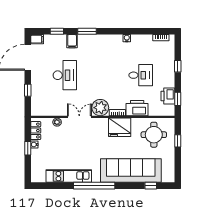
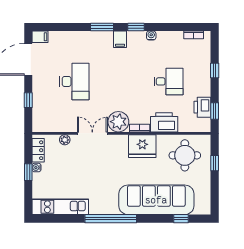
window: (57, 31) -> (136, 27), moved
filing cabinet: (72, 41) -> (120, 39), moved
kitchen unit: (69, 176) -> (60, 207), moved

